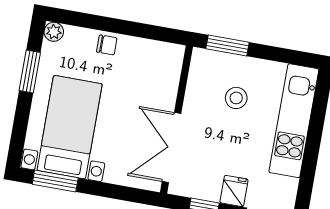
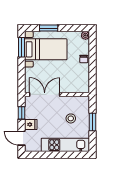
window: (227, 45) -> (93, 122), moved
window: (30, 71) -> (49, 28), moved

